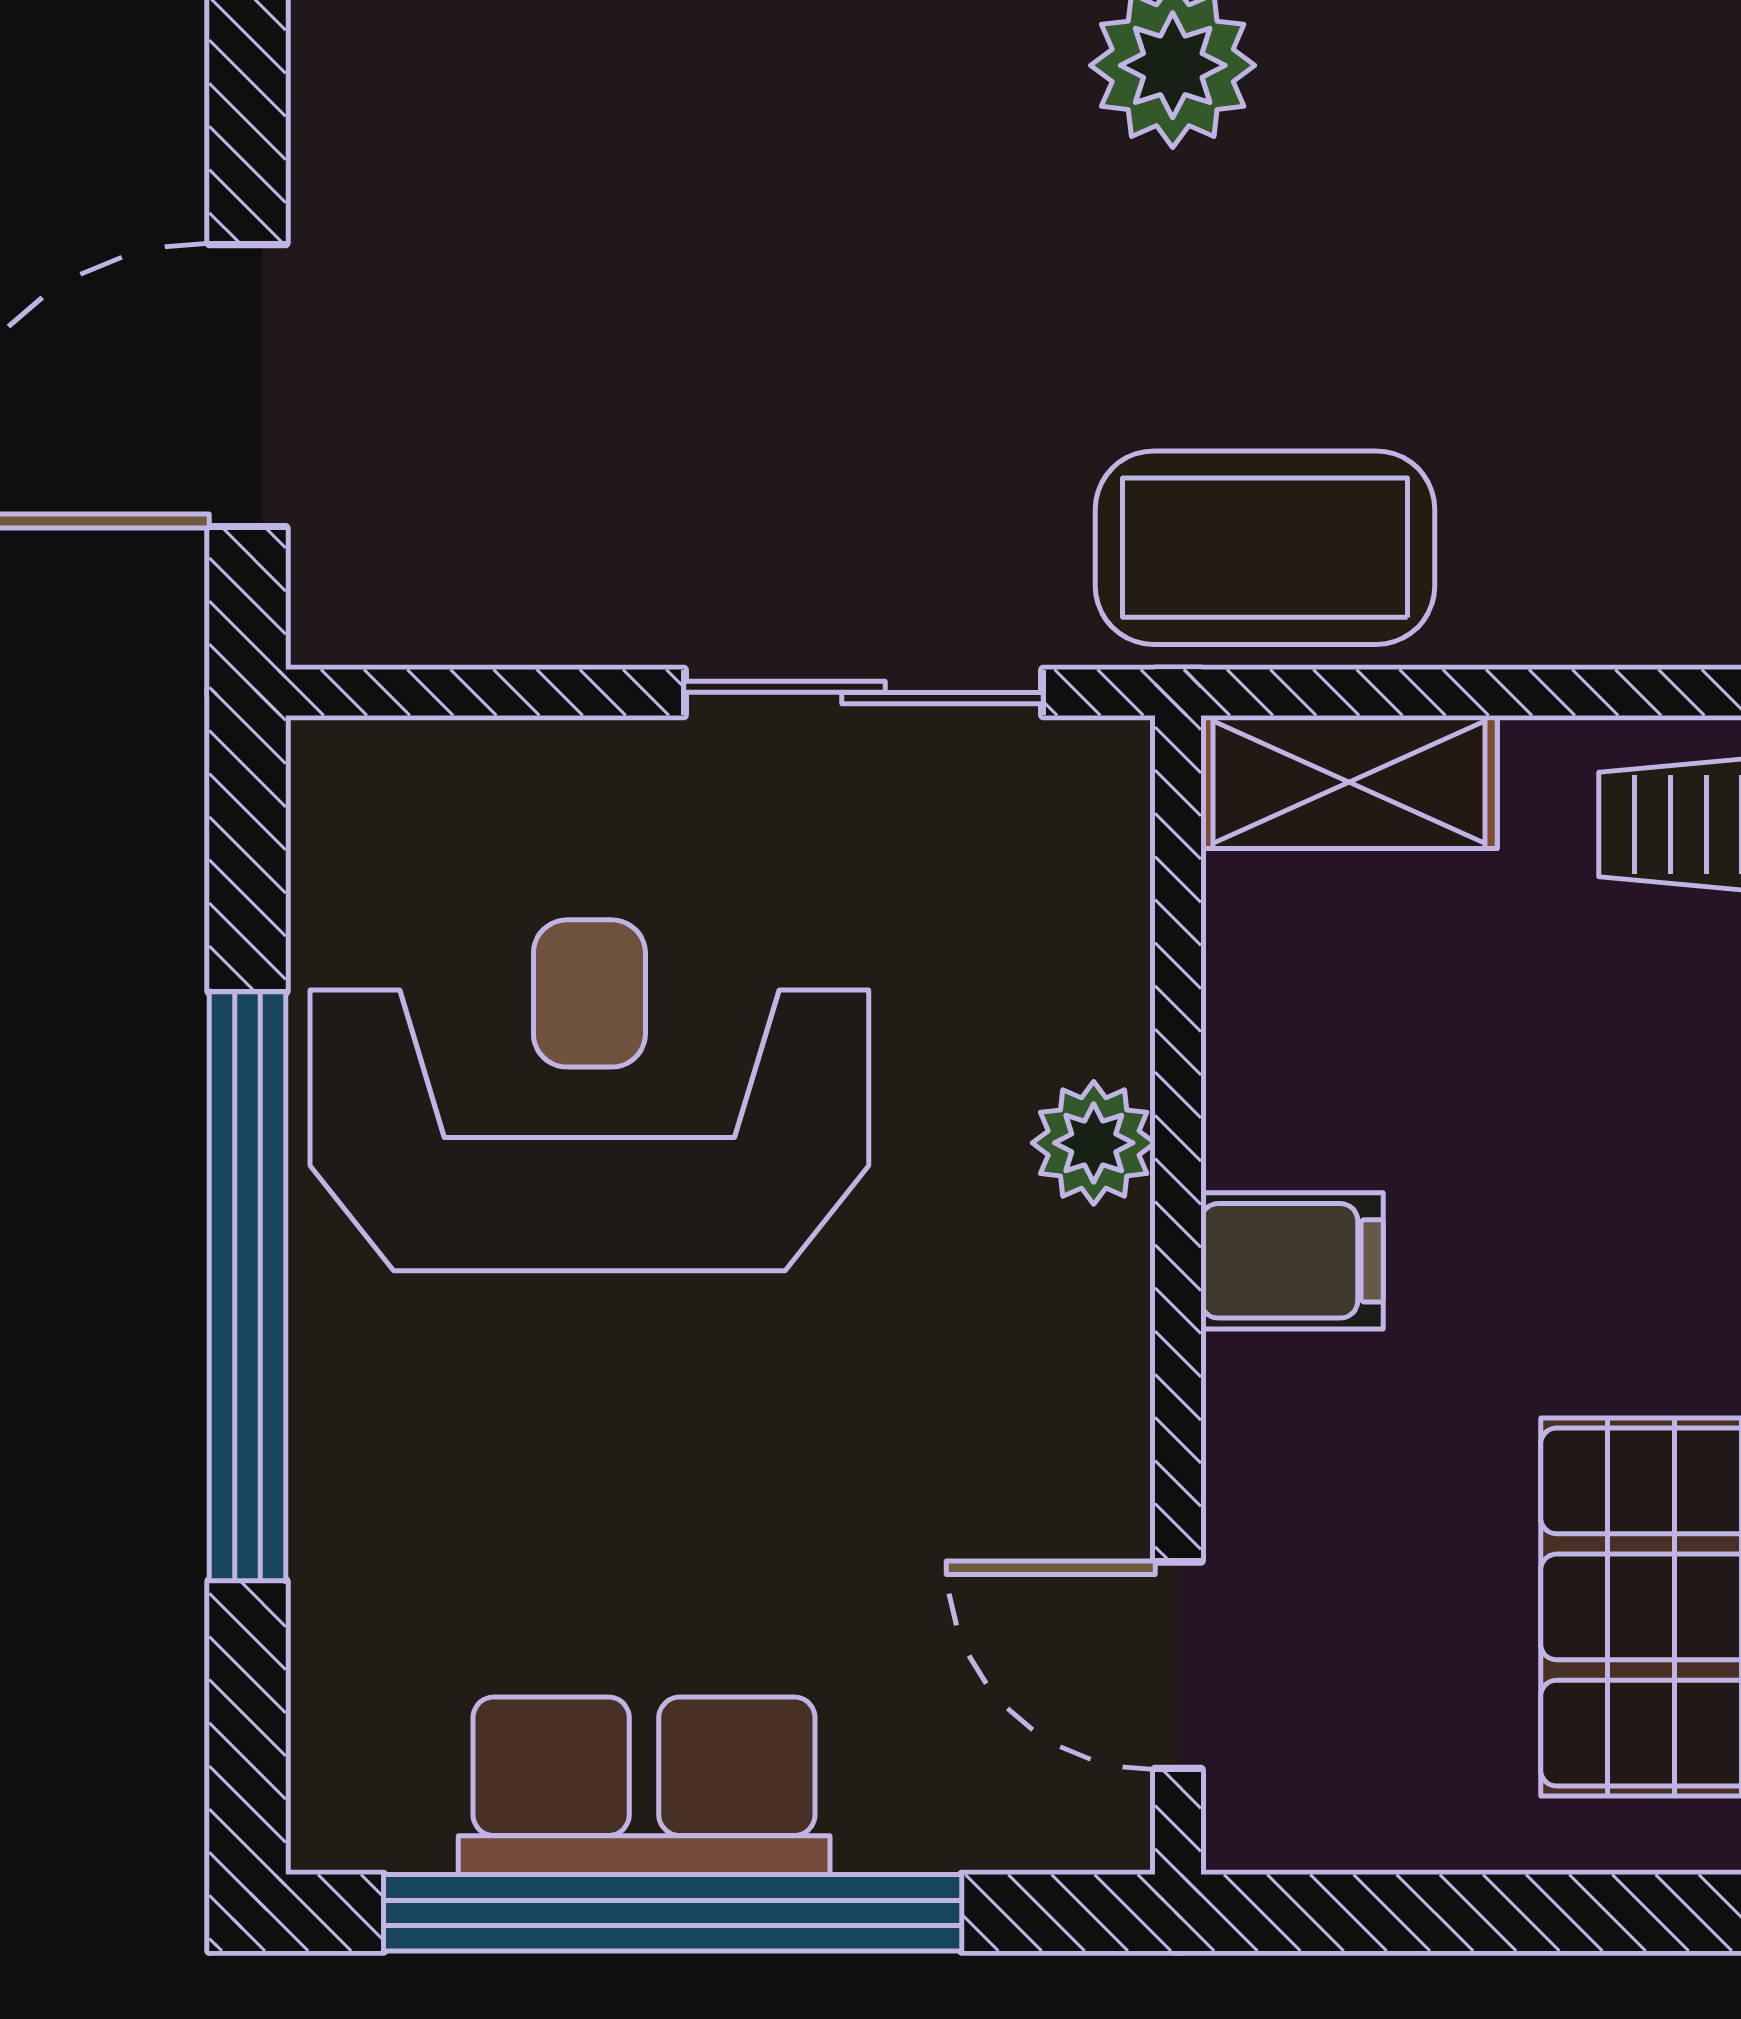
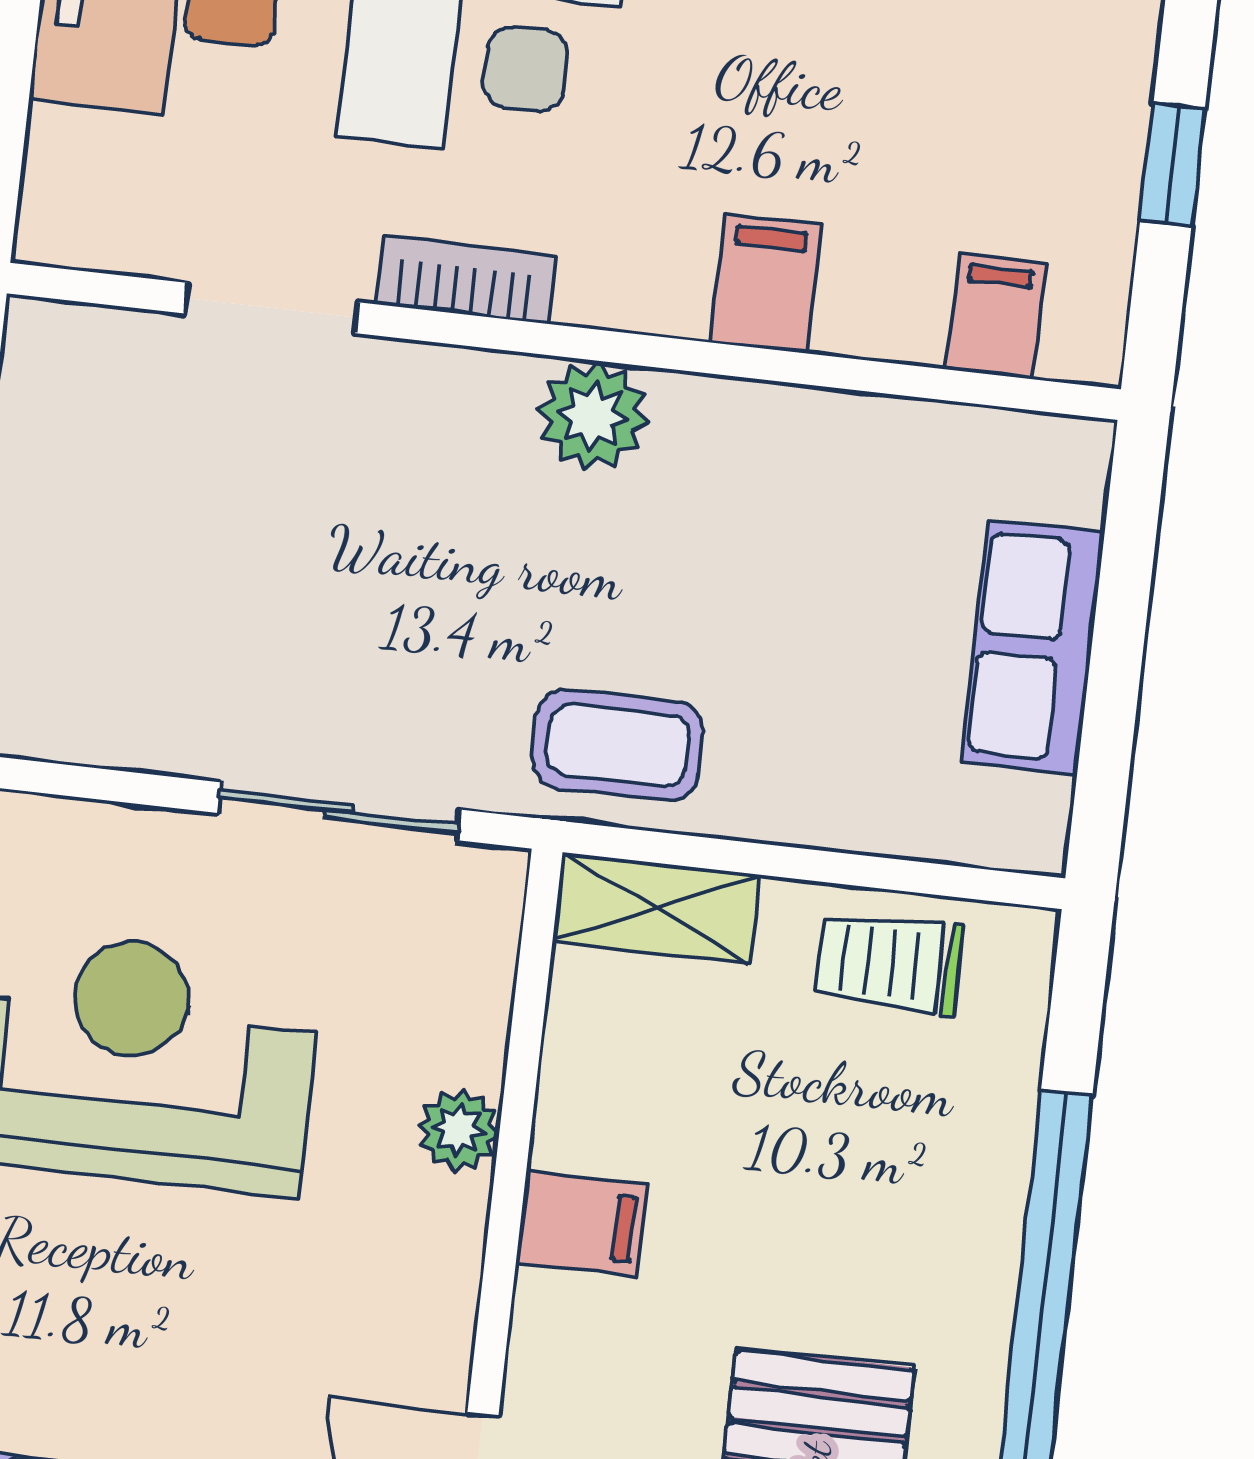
coffee table: (1265, 548) -> (618, 745), width x0.73, depth x0.77

